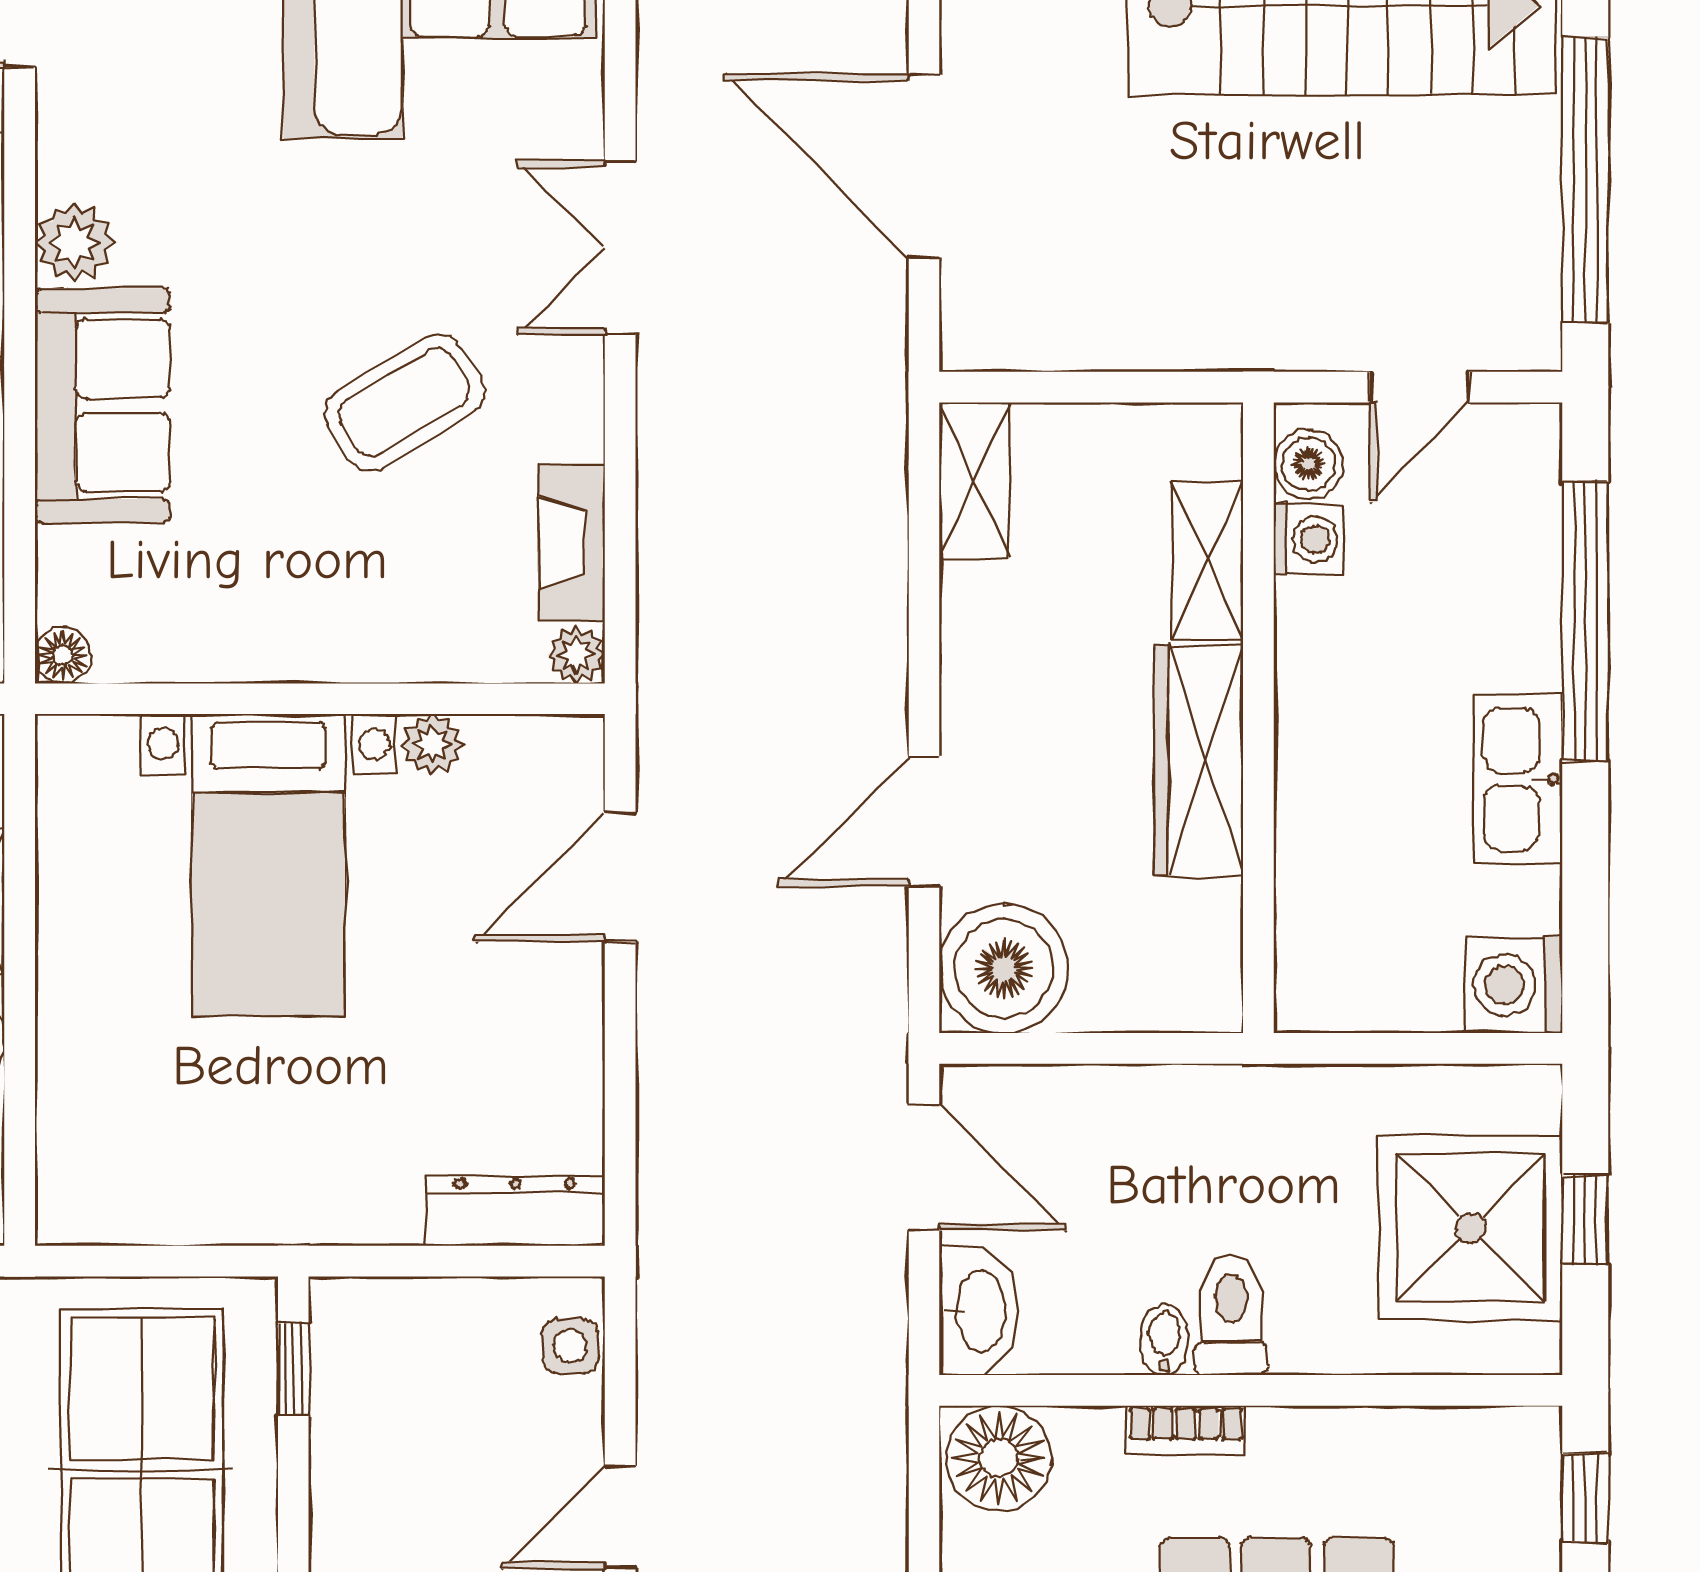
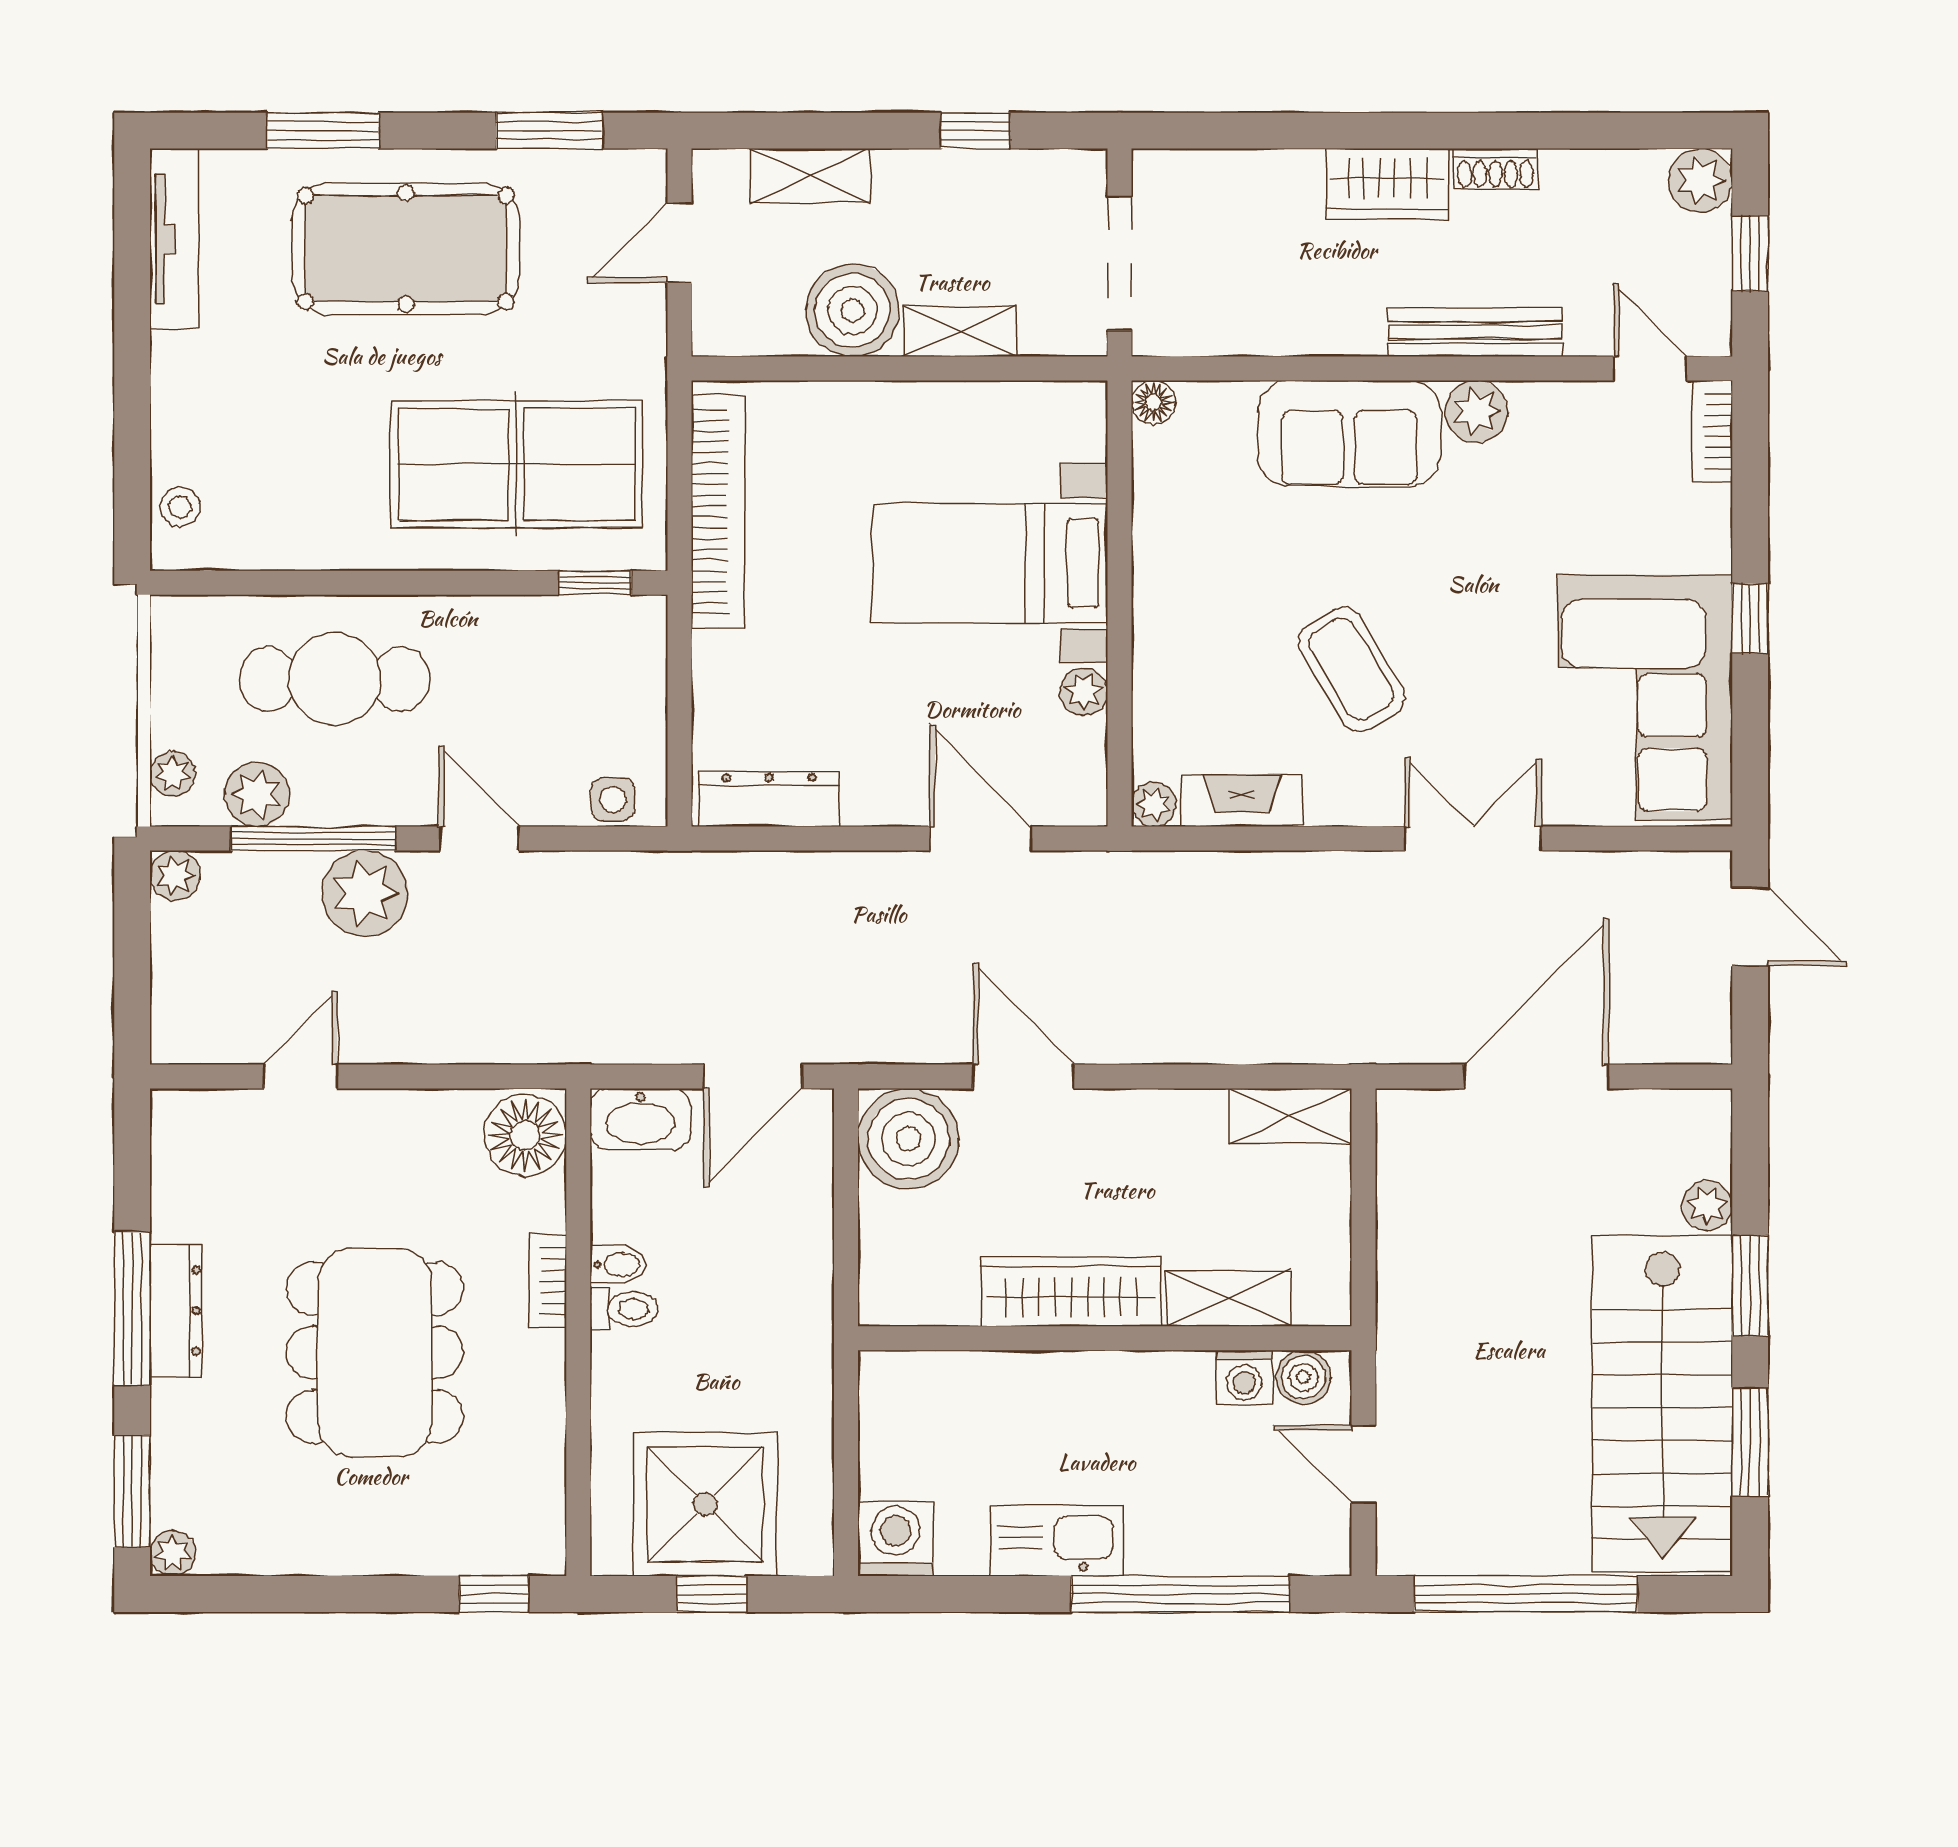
dresser: (515, 1211) -> (769, 799), moved, turned -90
bookcase: (202, 1212) -> (718, 512), added
toilet: (1231, 1315) -> (624, 1309), width x0.73, depth x0.72

